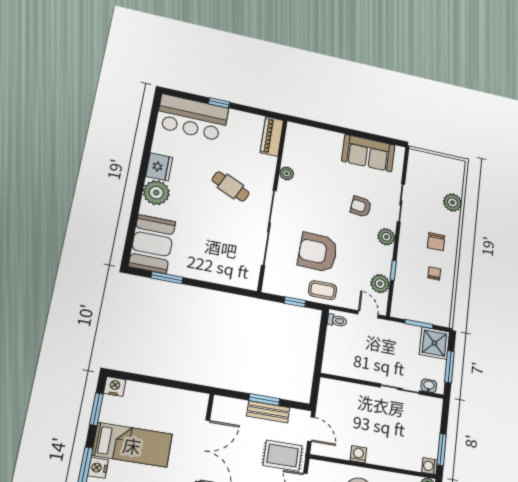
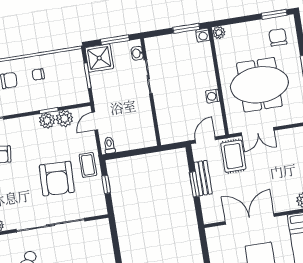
plant: (386, 237) -> (47, 121), moved

